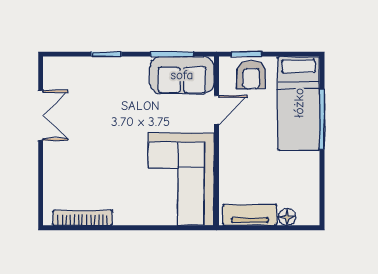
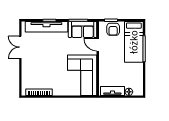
tv unit: (100, 69) -> (46, 27), added
door: (216, 110) -> (98, 45), swing flipped
double door: (41, 115) -> (20, 47), swing flipped

